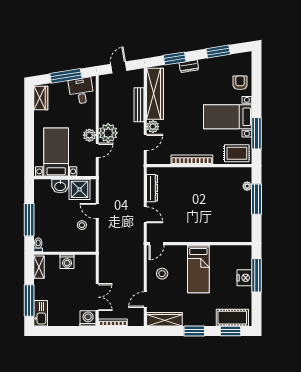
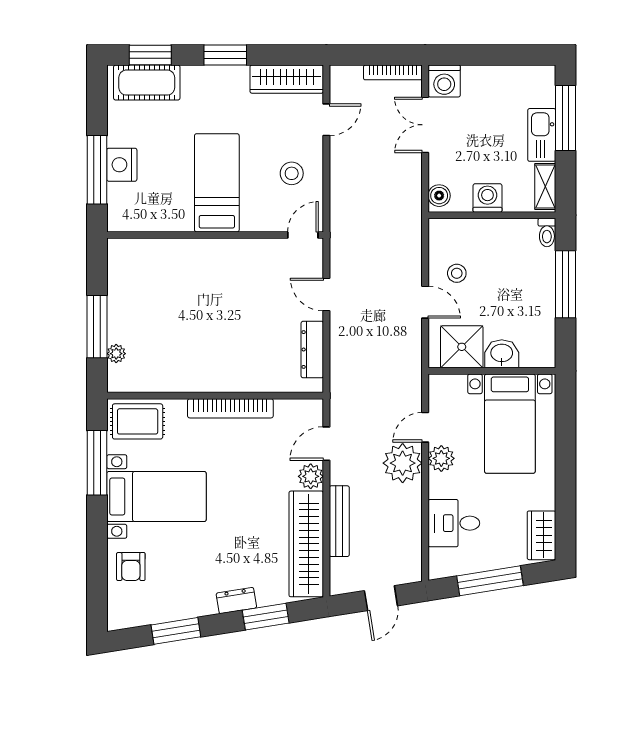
desk: (81, 91) -> (454, 523), moved, turned 99
boiler: (90, 263) -> (439, 196), added
kitchen sink: (41, 313) -> (542, 135), moved

